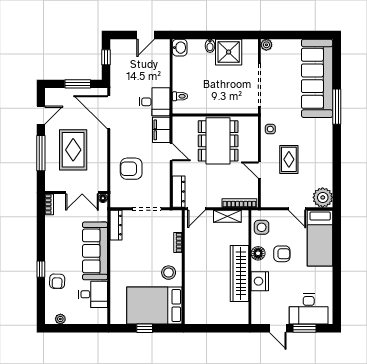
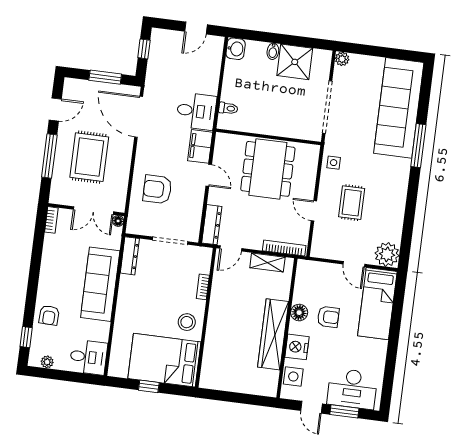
side table: (262, 227) -> (293, 377), moved
window: (41, 269) -> (26, 337), moved
desk: (93, 294) -> (88, 357), moved

